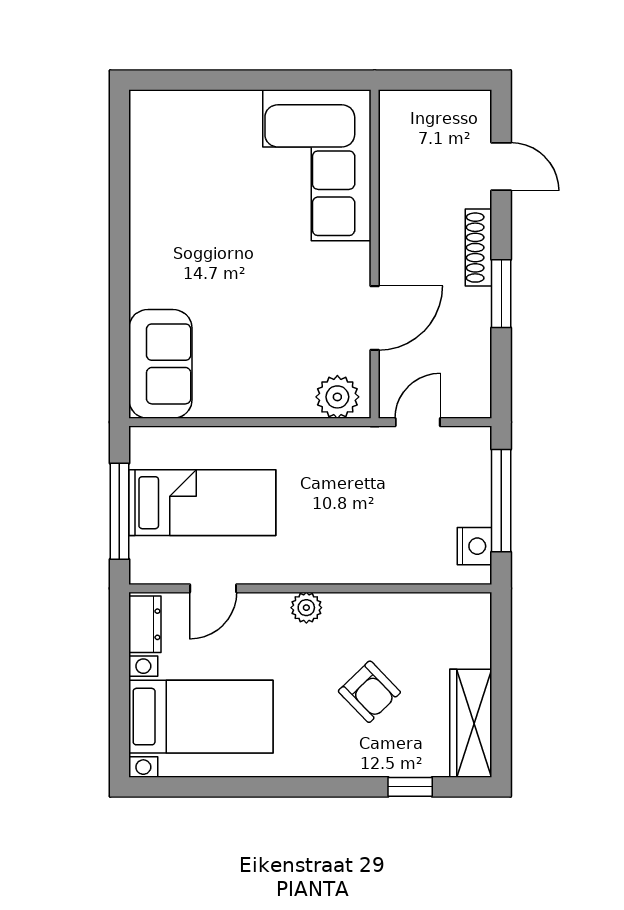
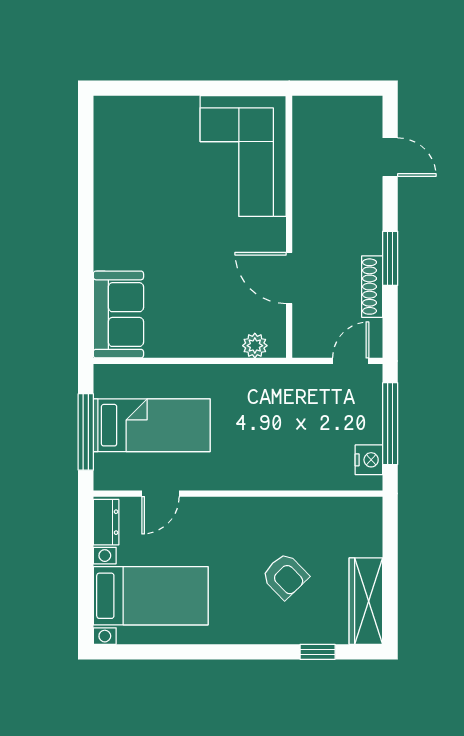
shoe rack: (479, 248) -> (372, 287), moved
door: (375, 318) -> (289, 278), swing flipped
plant: (337, 397) -> (255, 346), width x0.73, depth x0.73
door: (418, 422) -> (351, 361), moved
plant: (306, 608) -> (235, 509), removed

